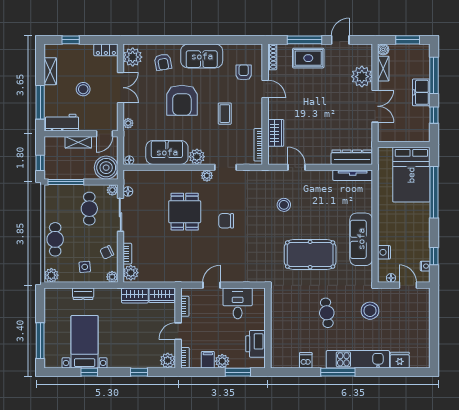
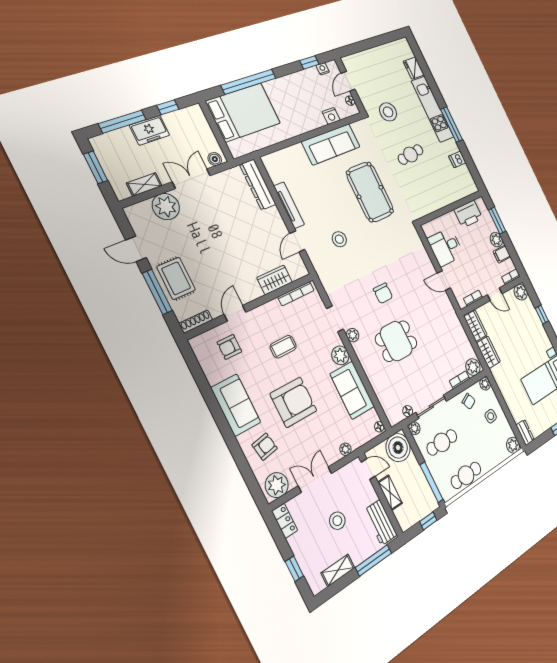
boiler: (383, 49) -> (215, 159), moved
tv unit: (353, 175) -> (289, 205), moved
cafe table: (55, 239) -> (466, 475), moved
dresser: (83, 294) -> (525, 432), moved

